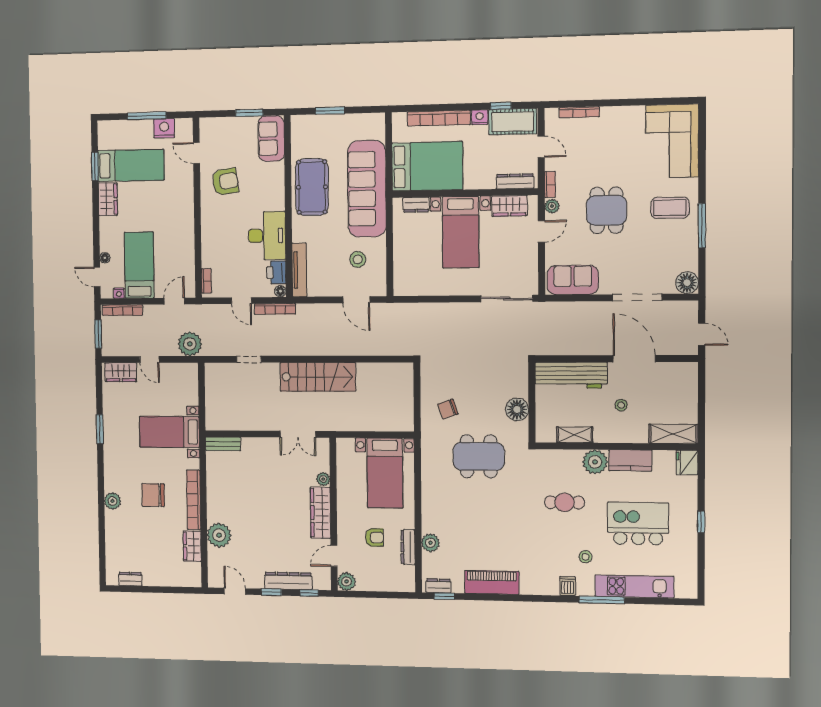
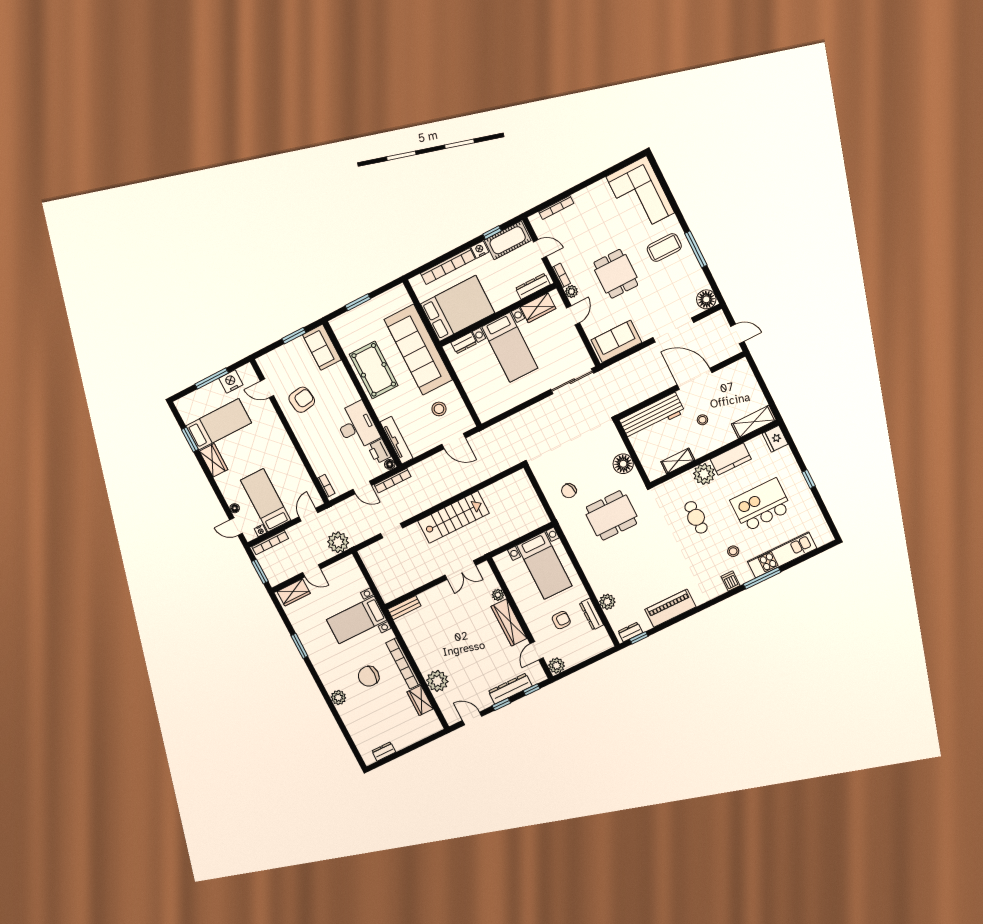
cafe table: (565, 502) -> (696, 517), turned 90

